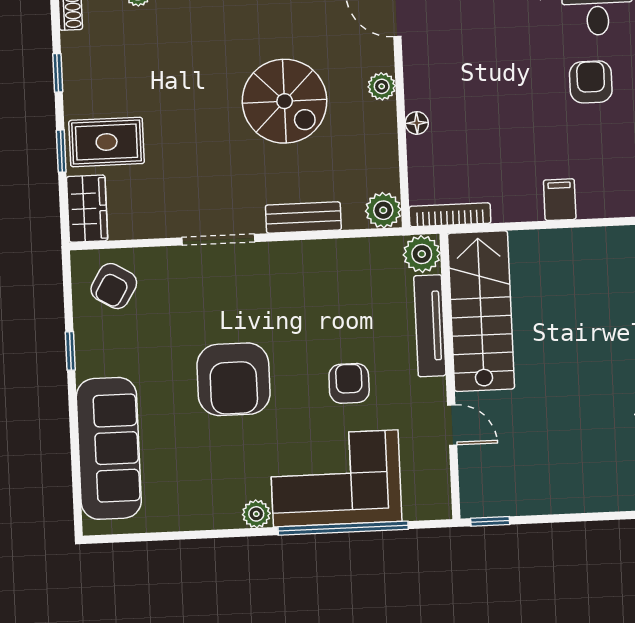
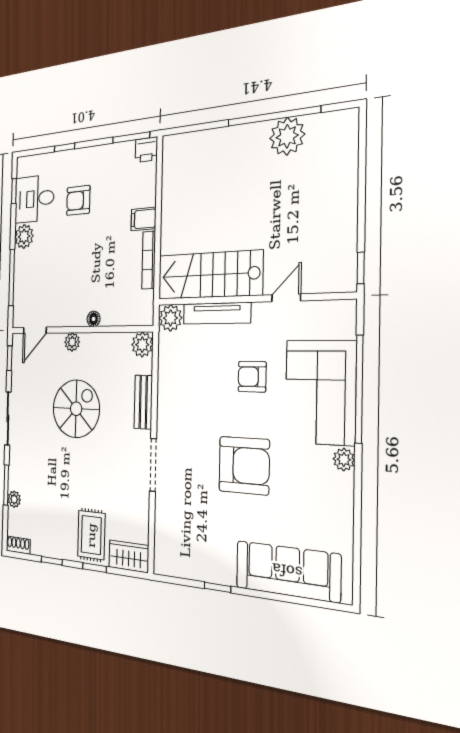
bookcase: (450, 215) -> (149, 260), moved
armchair: (114, 286) -> (177, 546), removed

